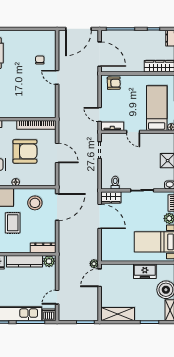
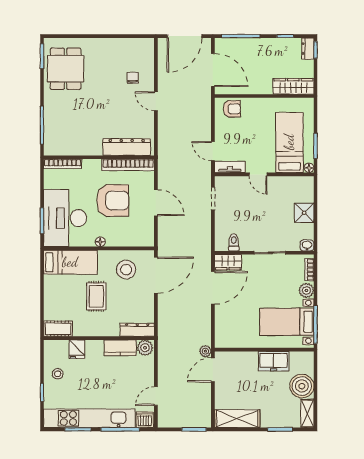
dresser: (35, 112) -> (127, 147), added
door: (100, 216) -> (213, 288), hinge flipped
kitchen counter: (24, 261) -> (120, 348), width x0.67

